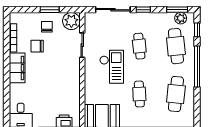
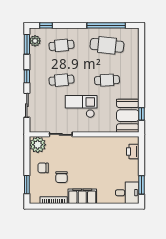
window: (50, 10) -> (27, 185), moved
sliding door: (113, 10) -> (27, 105), width x0.73
cafe table: (176, 46) -> (61, 45), width x0.73, depth x0.74
window: (197, 67) -> (106, 25), moved

